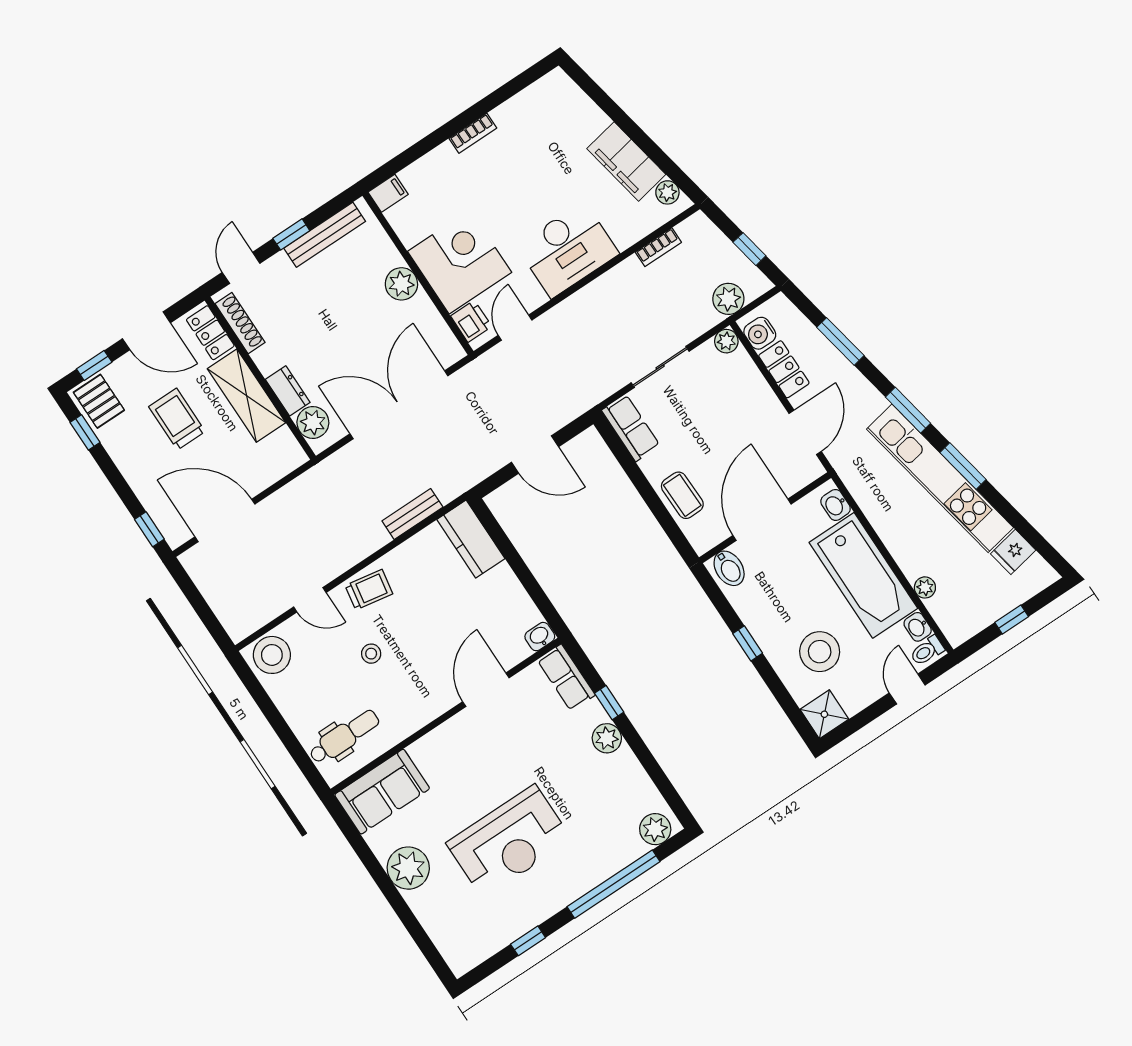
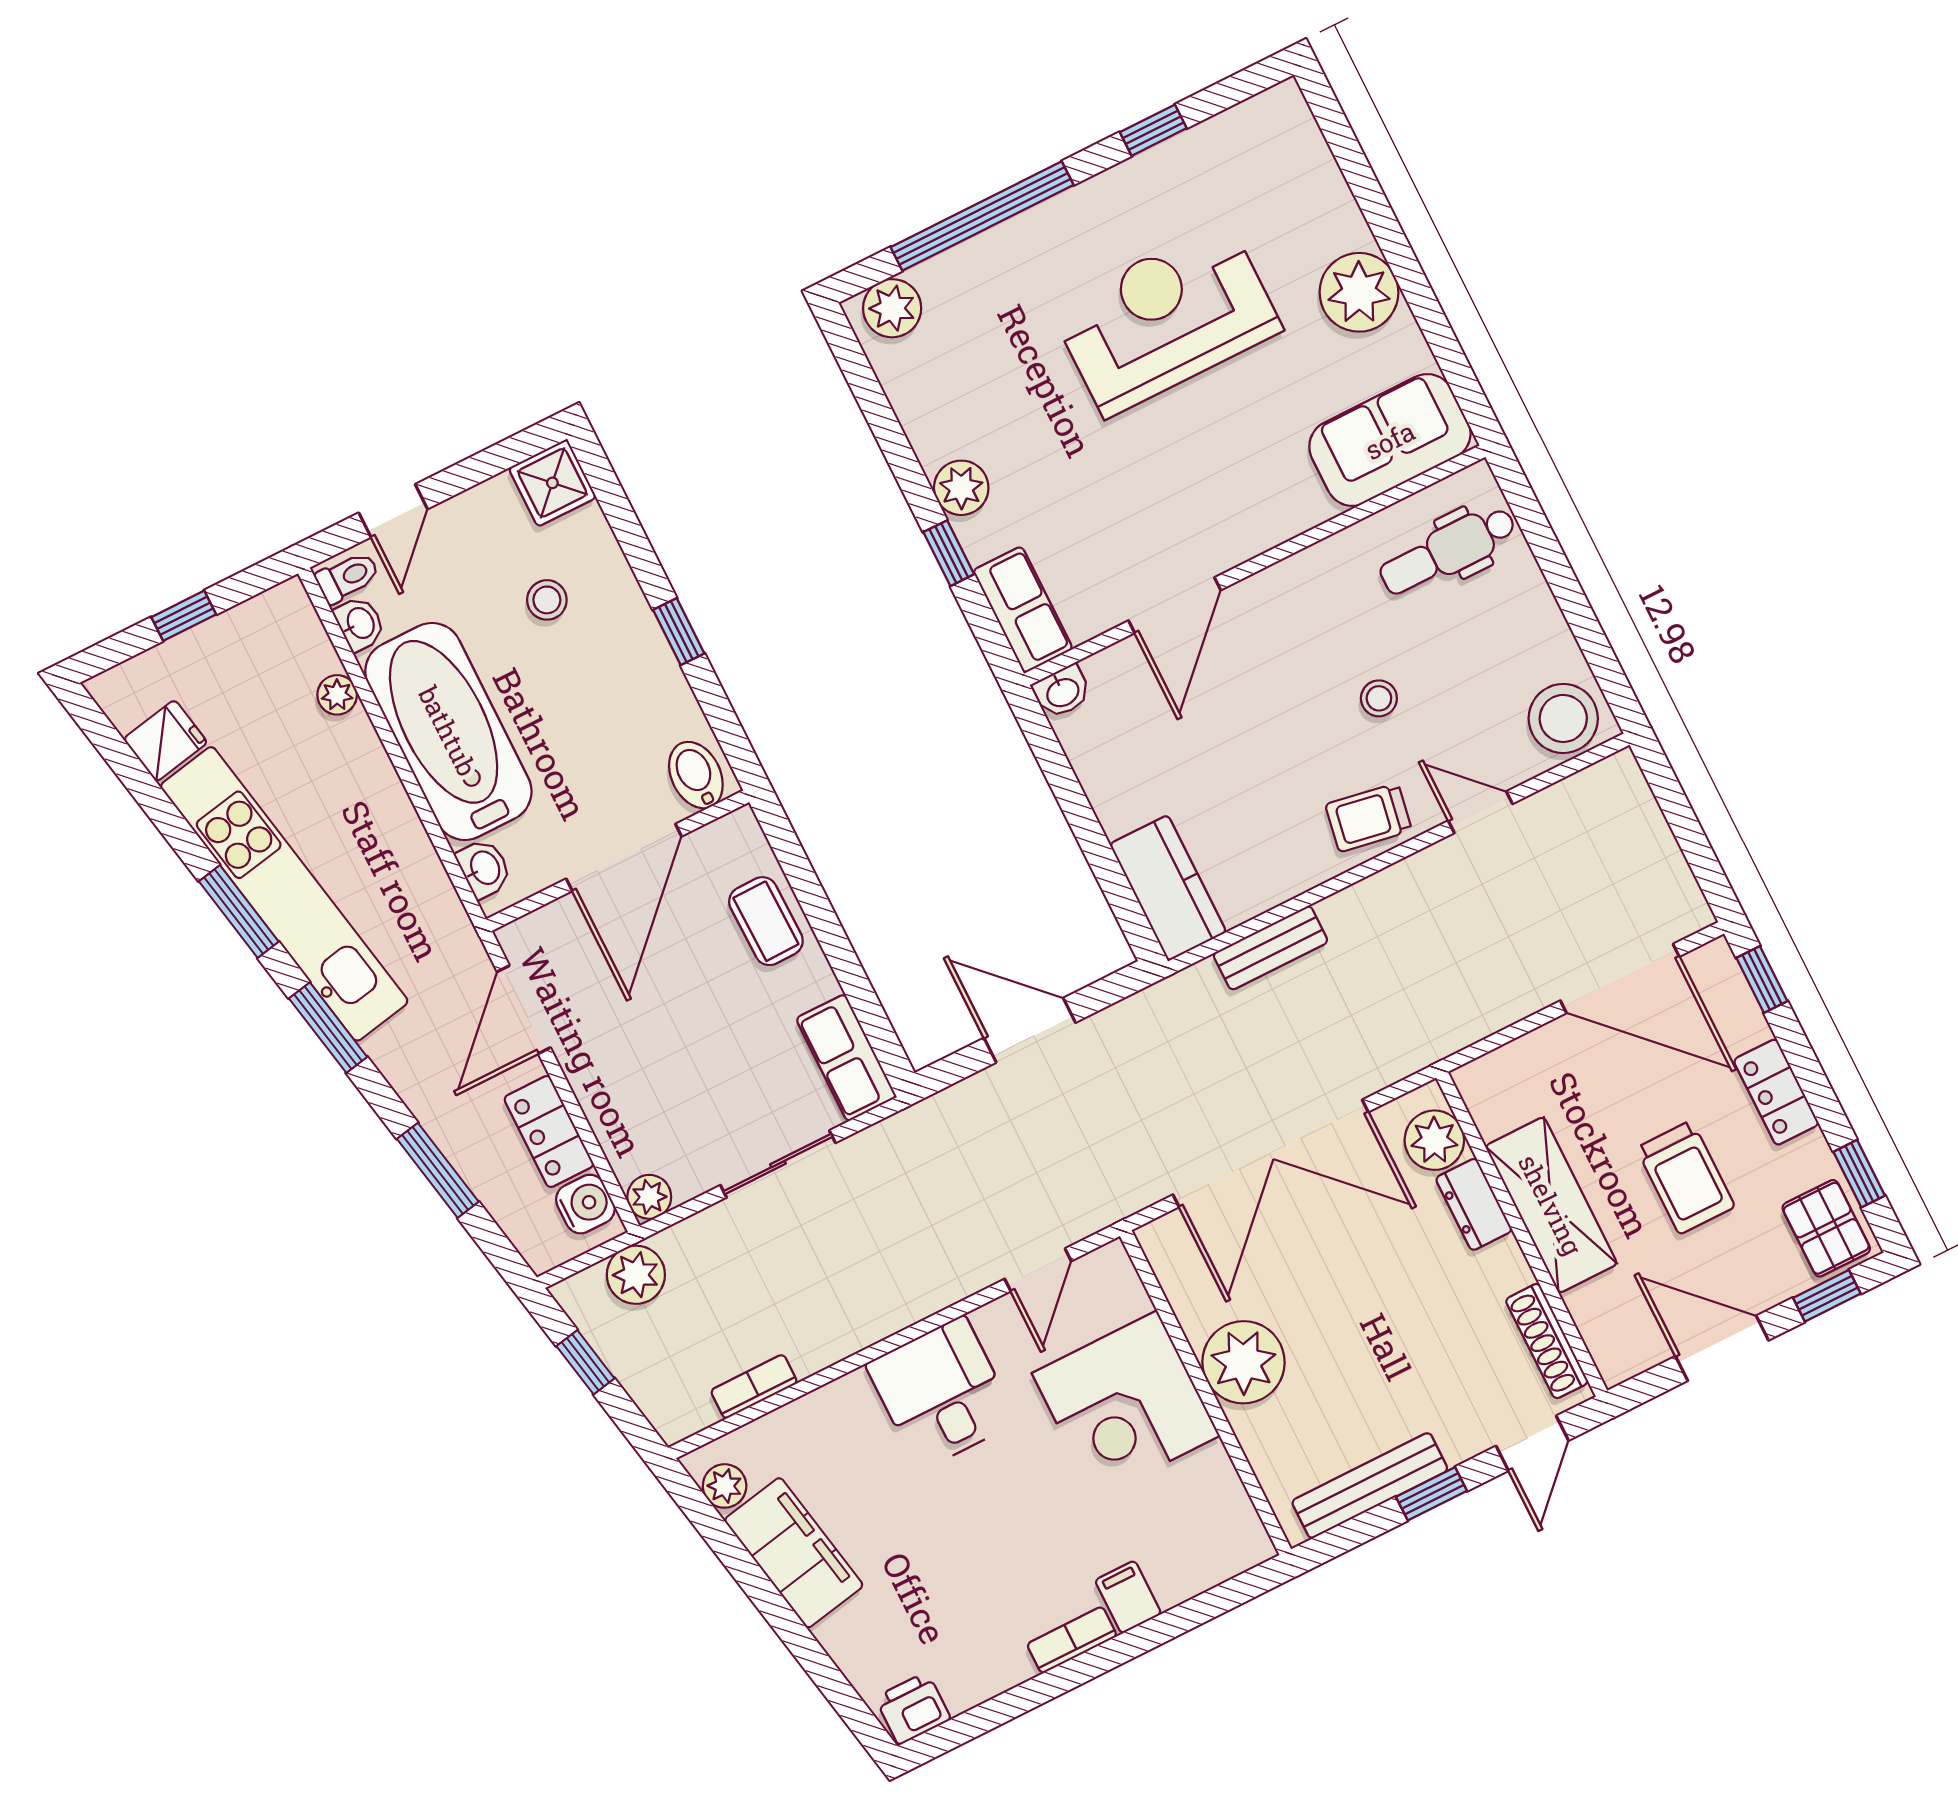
filing cabinet: (388, 193) -> (1128, 1597), moved, turned 90
desk: (568, 250) -> (942, 1393), width x0.73
plant: (401, 284) -> (1243, 1362), width x1.36, depth x1.36
printer: (471, 321) -> (913, 1708), moved, turned 90
locker: (210, 333) -> (1776, 1092), moved, turned 180
stool: (820, 652) -> (547, 600), width x0.53, depth x0.53

